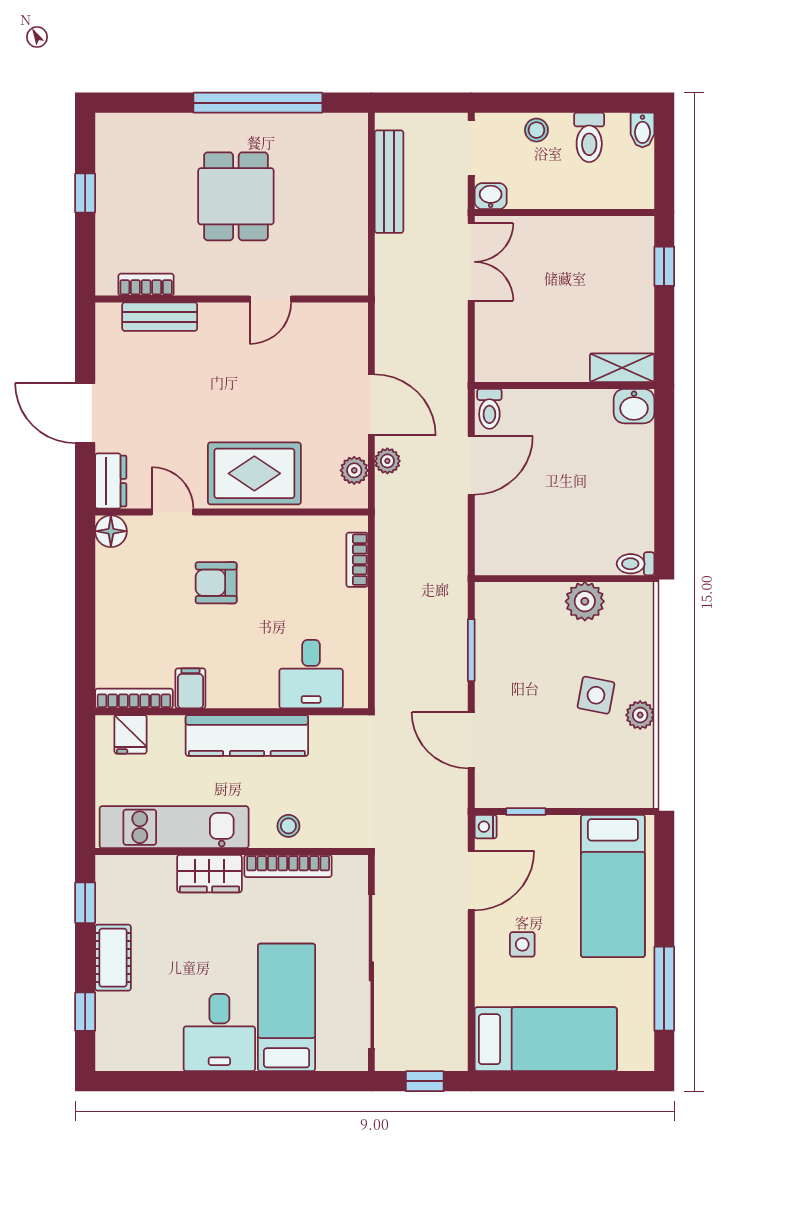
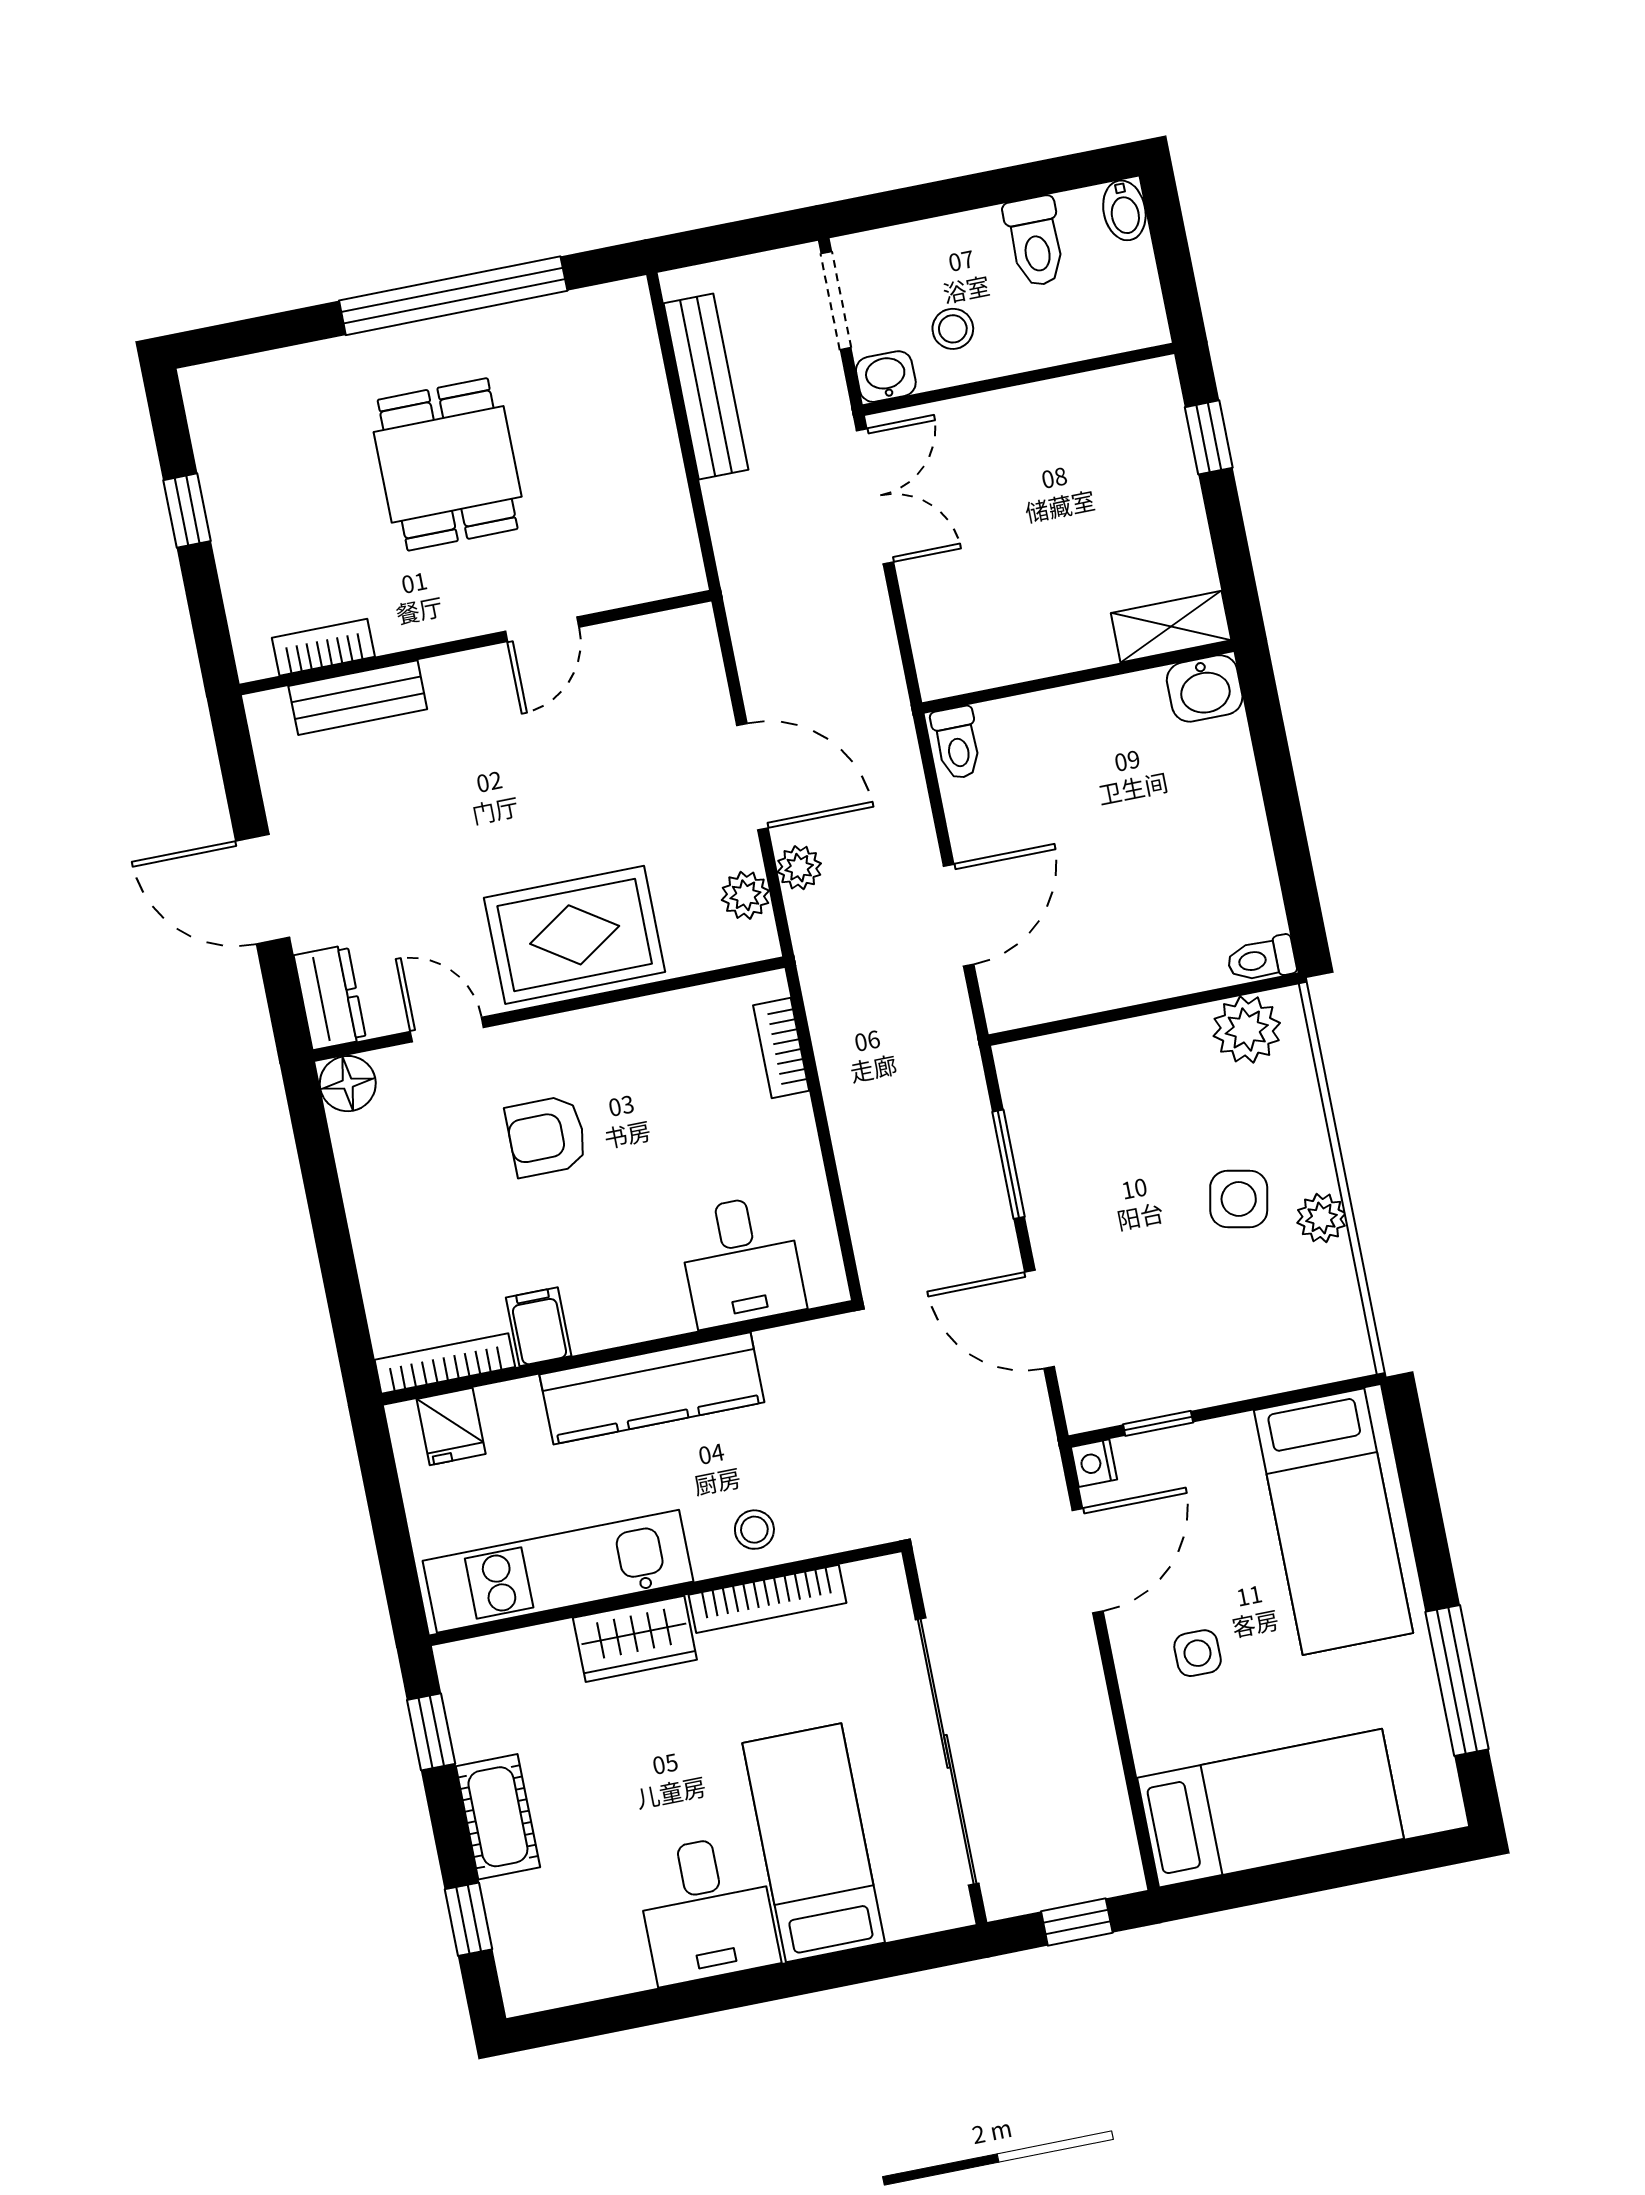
stool: (536, 130) -> (953, 329), moved
door: (471, 466) -> (959, 915), moved
plant: (585, 601) -> (1247, 1029), moved

